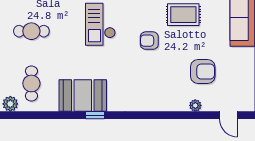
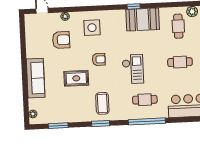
armchair: (203, 72) -> (61, 40), turned 180
side table: (157, 87) -> (92, 28), added

